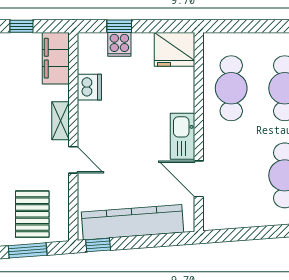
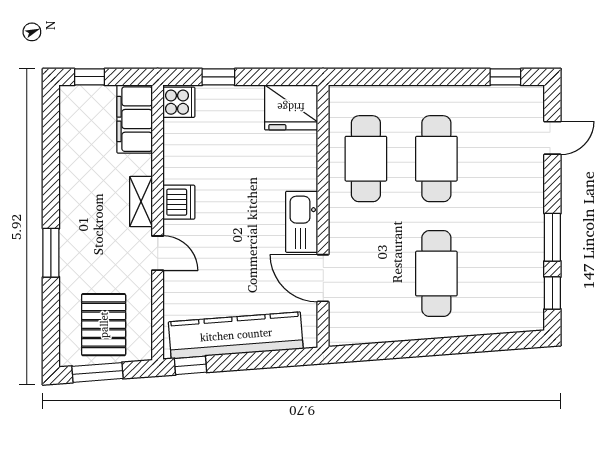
cooker: (119, 44) -> (179, 102), moved, turned -90
dishwasher: (89, 87) -> (179, 202), moved

